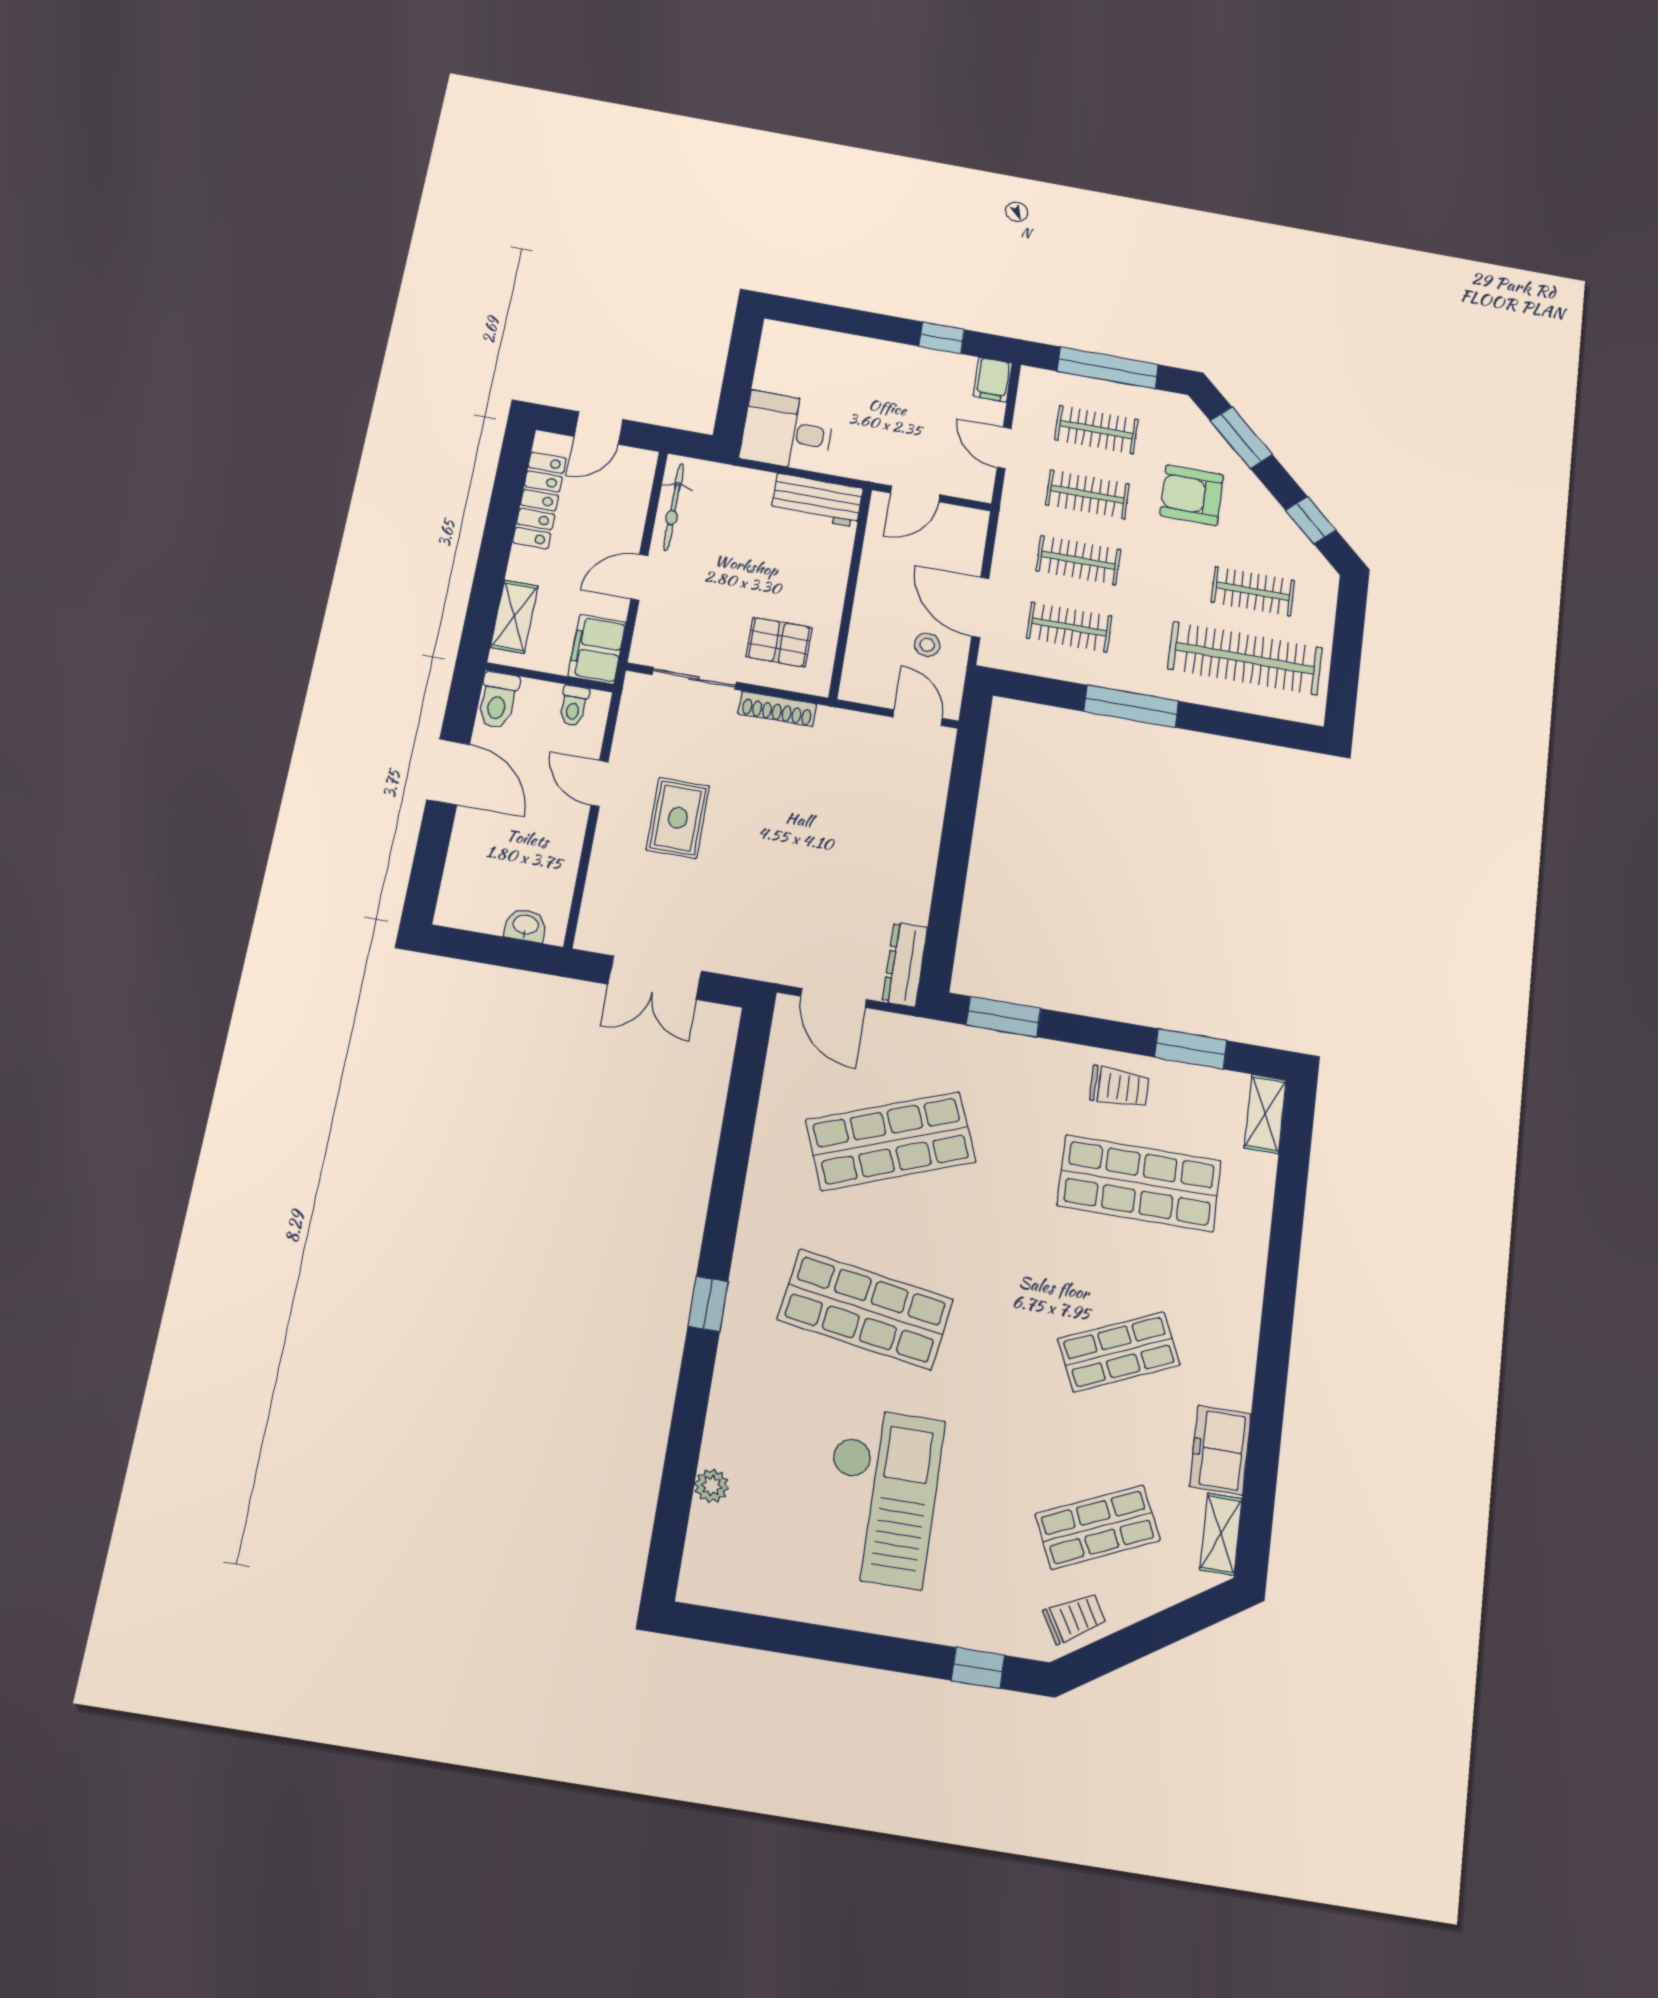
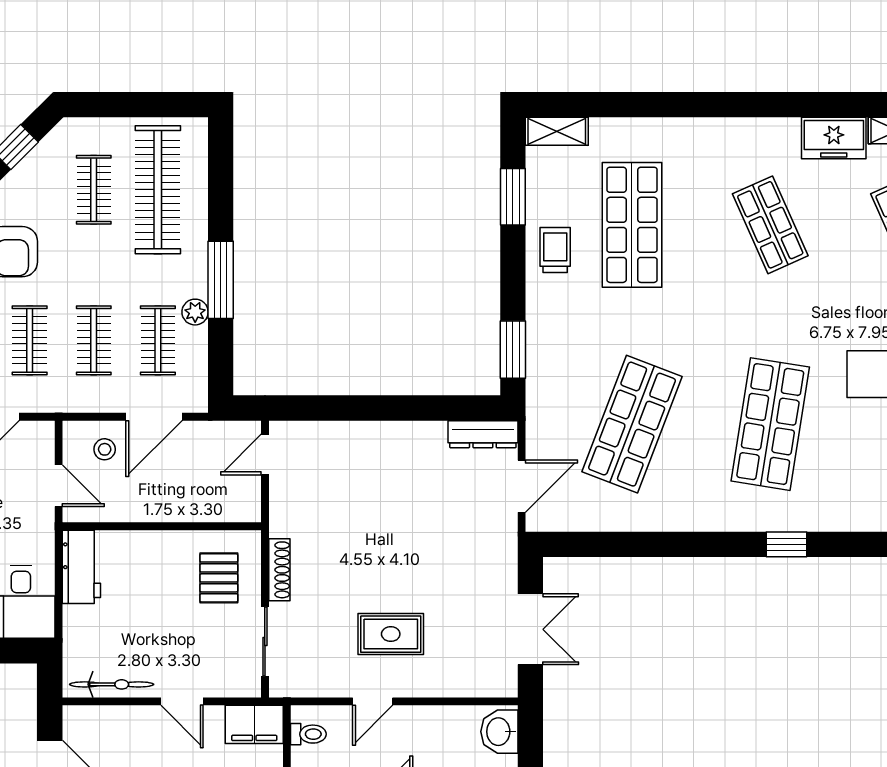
stool: (927, 645) -> (105, 449), moved
plant: (1097, 672) -> (195, 312), added
washbasin: (526, 925) -> (499, 732), width x1.38, depth x1.45
shop shelf: (891, 1141) -> (632, 424), turned 42

